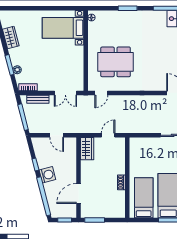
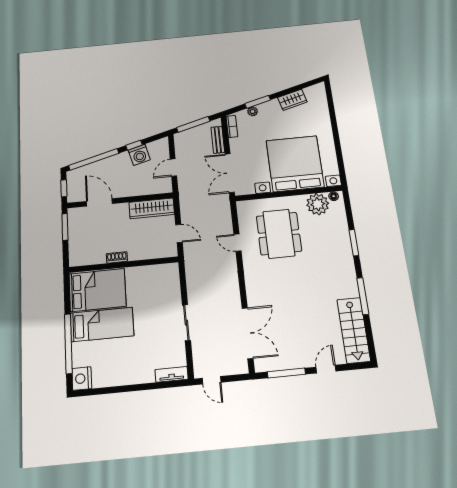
bed with nightstands: (63, 28) -> (295, 164), width x1.85
plant: (96, 30) -> (318, 204), added
double door: (65, 93) -> (230, 173), width x1.37
door: (101, 93) -> (237, 243), moved
wardrobe: (87, 149) -> (152, 208), width x1.50
washing machine: (47, 175) -> (139, 155), moved
bed: (144, 198) -> (97, 290), width x1.50

